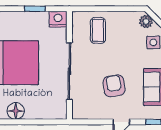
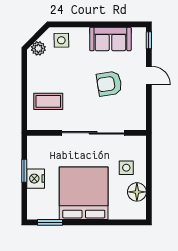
nightstand: (58, 19) -> (36, 179), moved
side table: (38, 101) -> (126, 168), added

